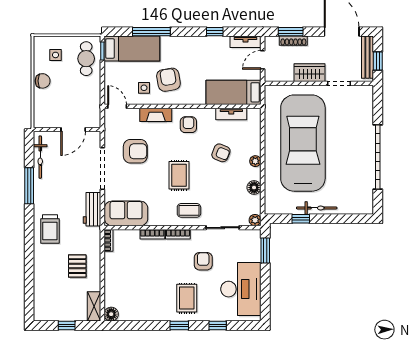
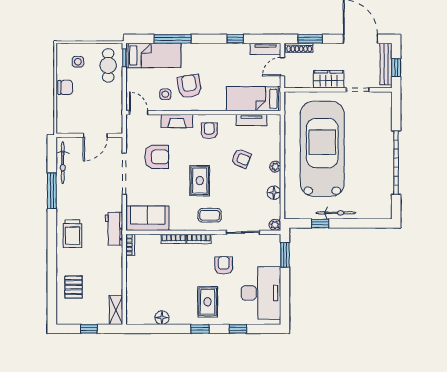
shoe rack: (293, 41) -> (299, 48), moved
workbench: (92, 209) -> (114, 229), moved
pallet: (77, 266) -> (74, 287), moved
floor lamp: (111, 314) -> (162, 318), moved

